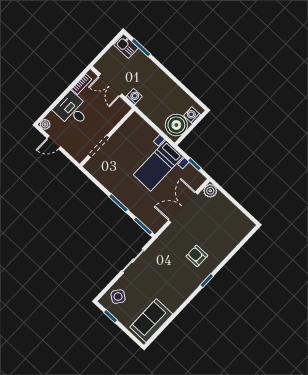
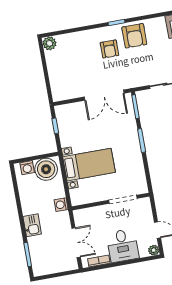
kitchen sink: (126, 46) -> (32, 225), moved
washing machine: (134, 97) -> (61, 205), moved
bed with nightstands: (158, 166) -> (89, 165), moved
plant: (210, 191) -> (49, 43), moved
double door: (183, 207) -> (104, 95), moved
armchair: (185, 281) -> (134, 36), added

